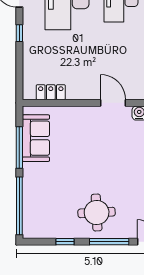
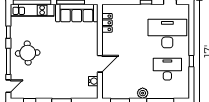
sofa: (36, 138) -> (77, 13), width x1.36
kitchen unit: (32, 206) -> (32, 10), added

